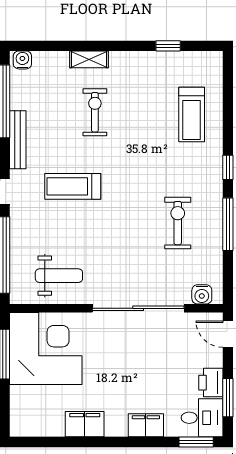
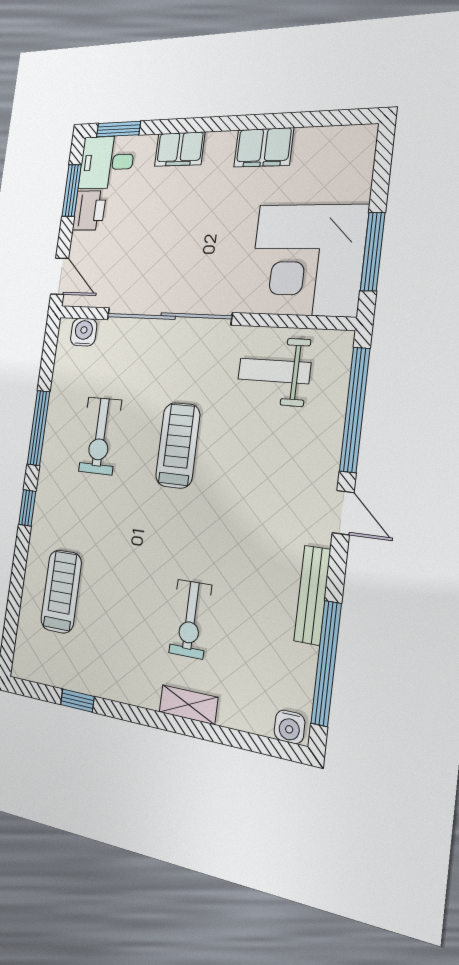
treadmill: (73, 186) -> (178, 445), moved, turned -90

